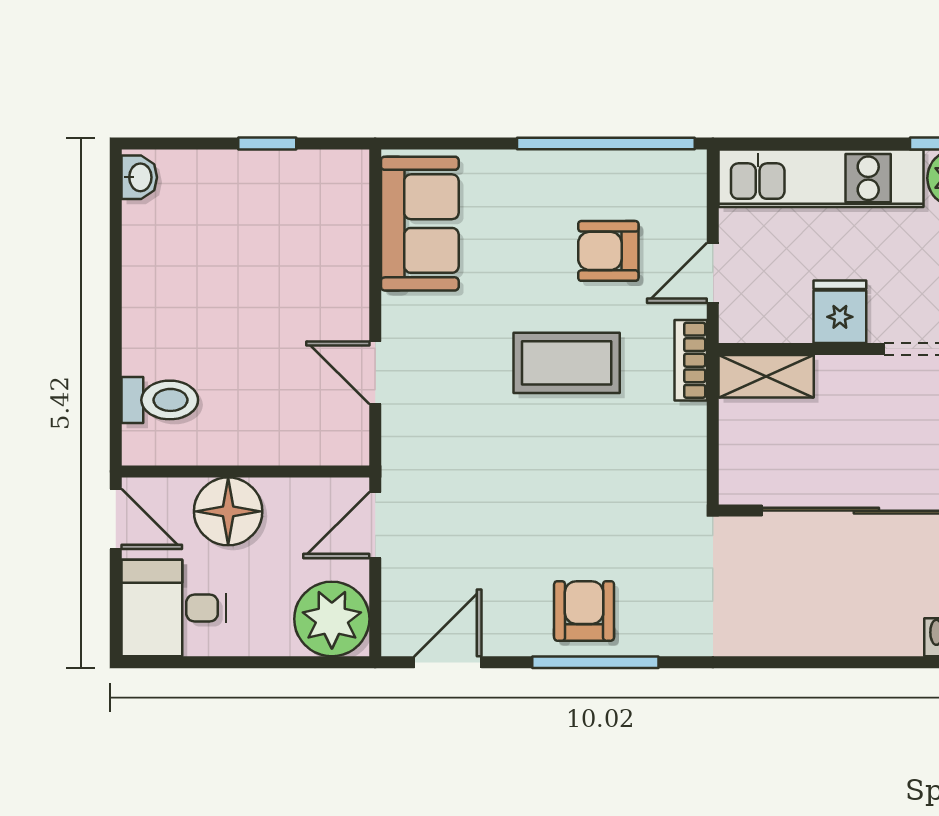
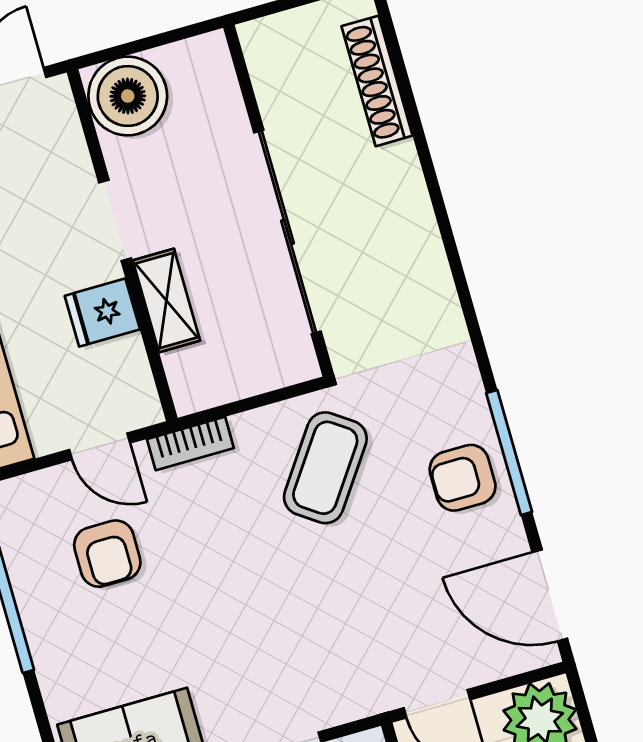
coffee table: (567, 363) -> (325, 468), moved, turned 35
shelving: (766, 376) -> (166, 301), moved
door: (448, 662) -> (550, 595), width x1.38

